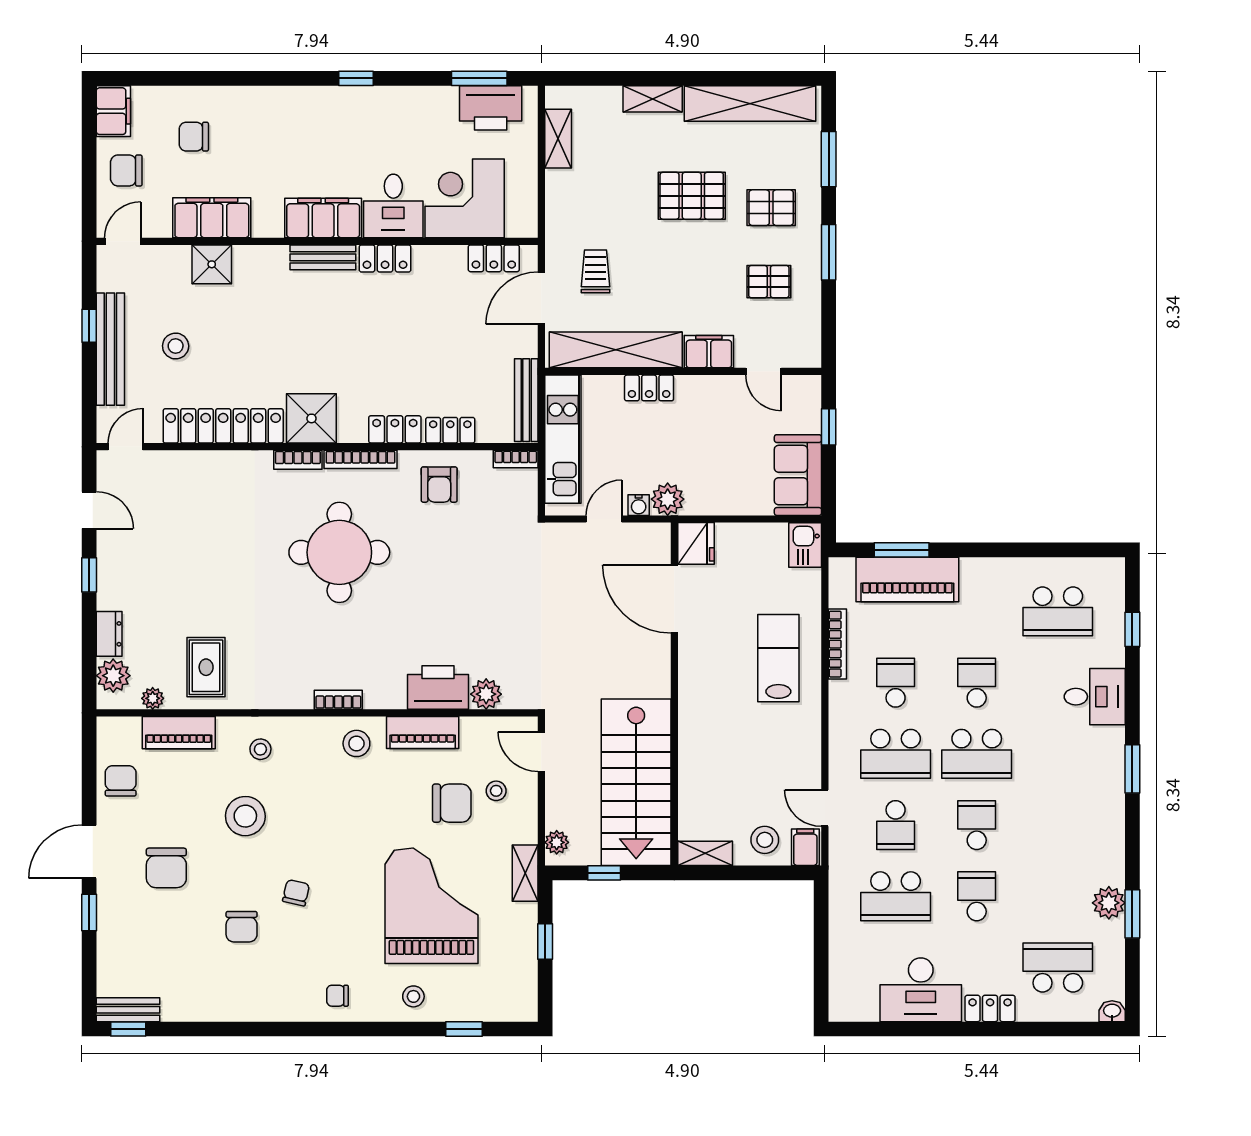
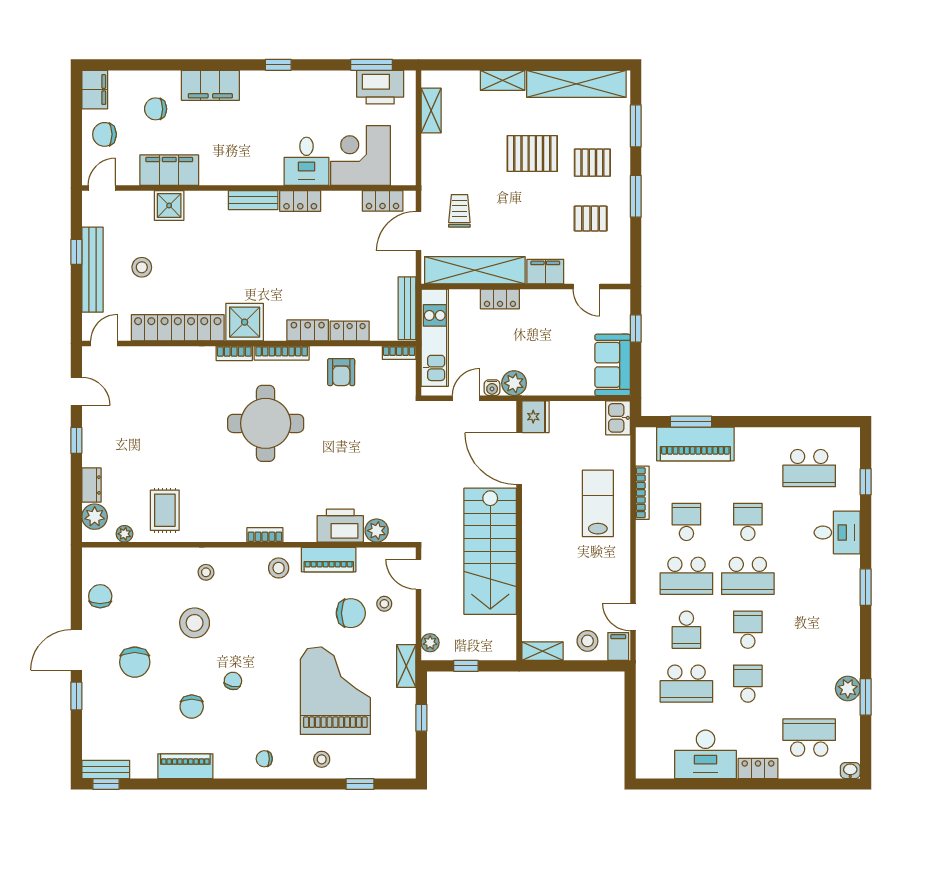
filing cabinet: (323, 218) -> (210, 85), moved, turned 180
piano: (179, 733) -> (185, 766), moved, turned 180
stairs: (636, 782) -> (490, 551), moved

